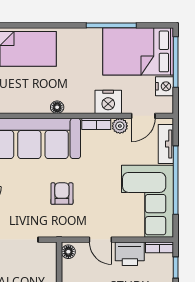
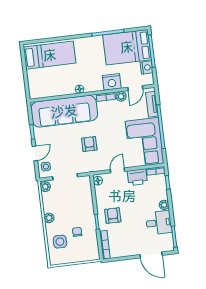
door: (100, 240) -> (117, 170), swing flipped

